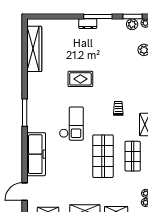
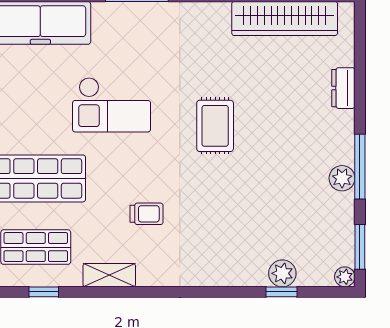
dresser: (88, 24) -> (343, 88), moved
plant: (132, 24) -> (342, 178), moved

